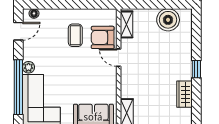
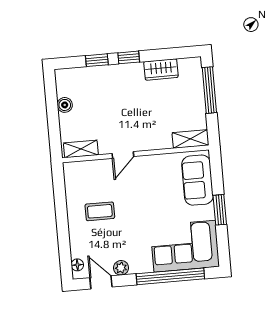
boiler: (168, 20) -> (65, 105), width x0.54, depth x0.54
armchair: (103, 37) -> (100, 177), removed
window: (196, 43) -> (97, 60), added
plant: (29, 67) -> (121, 268), moved

